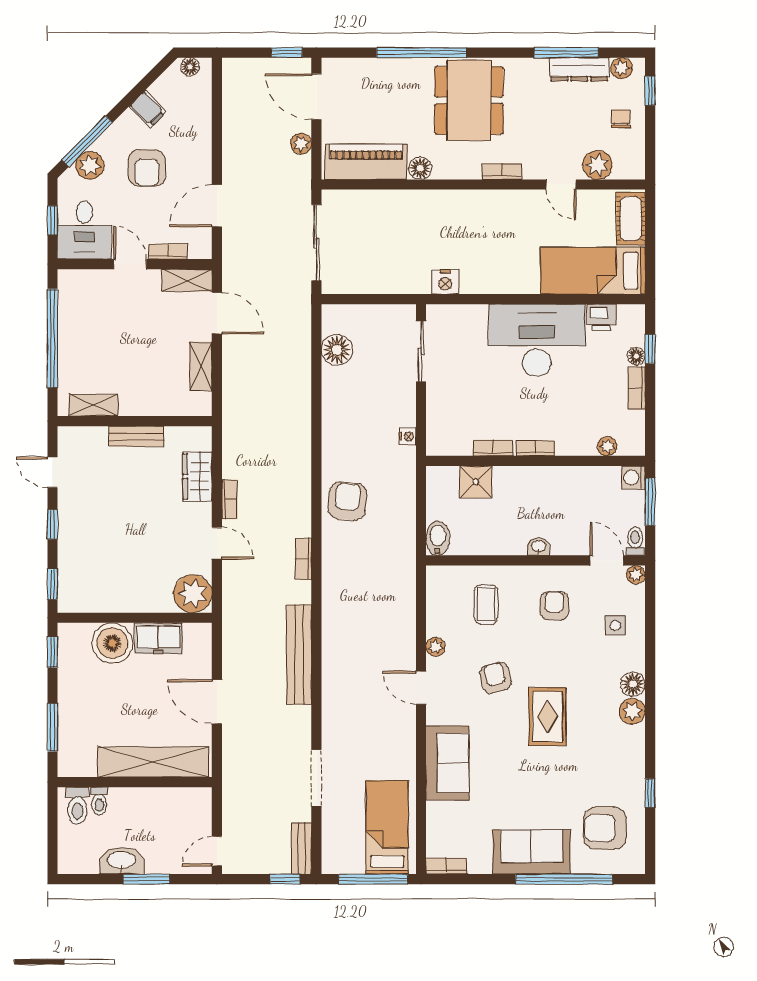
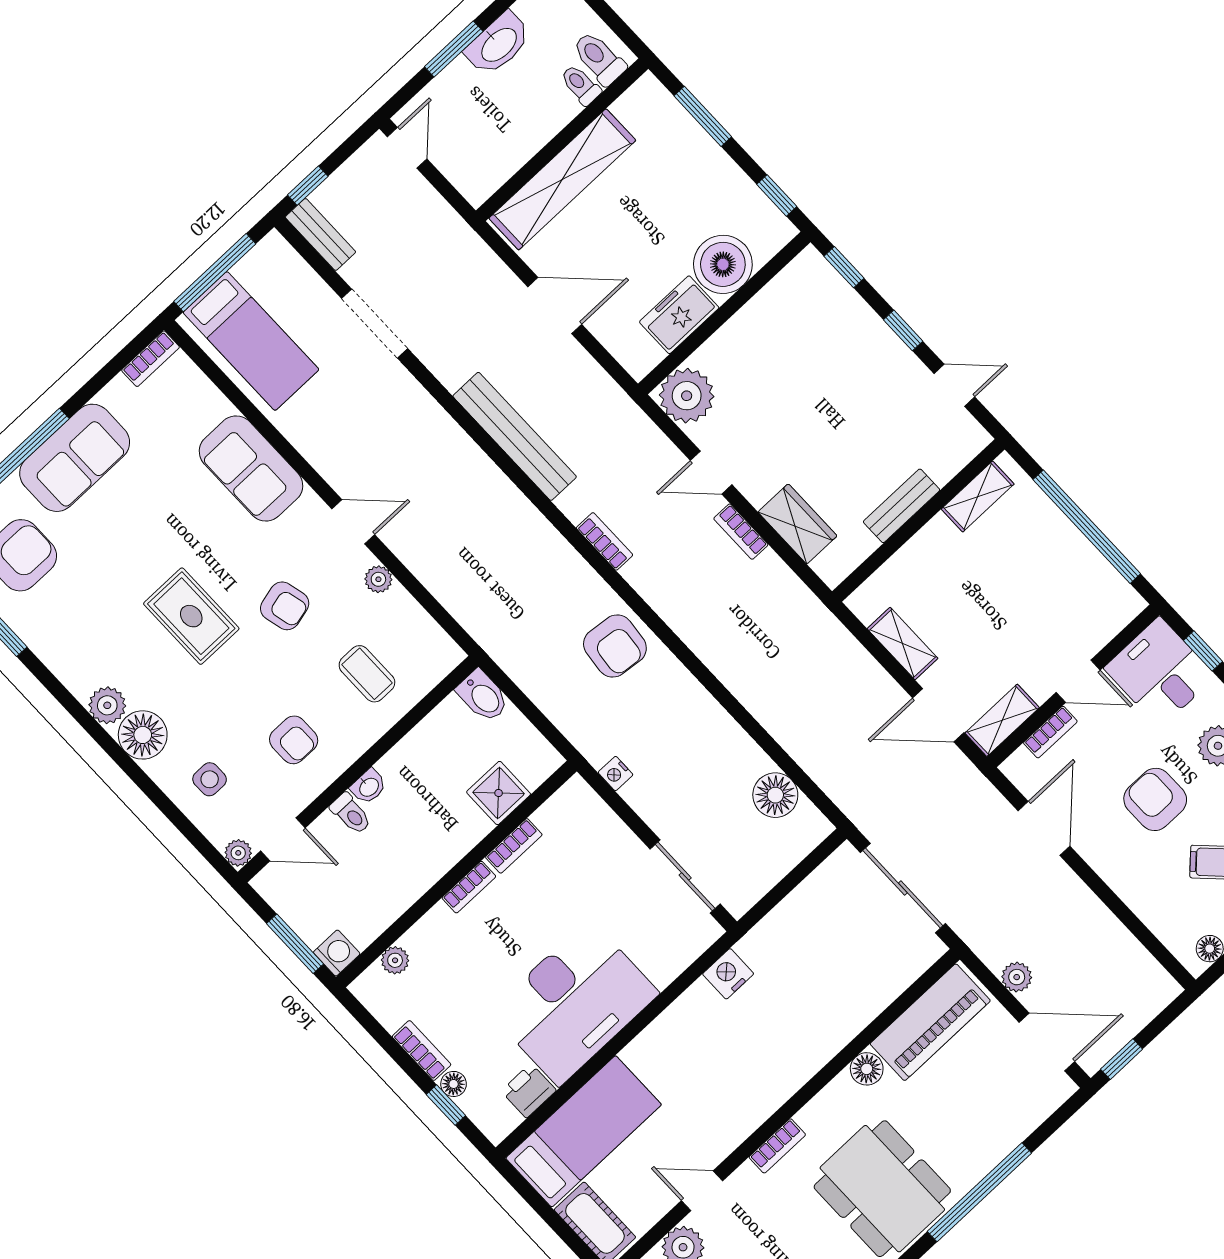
toilet: (635, 541) -> (351, 814), moved
floor lamp: (633, 684) -> (143, 735), width x1.38, depth x1.38

